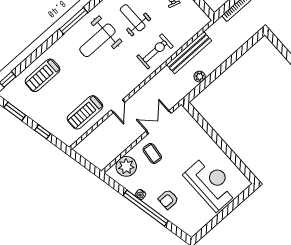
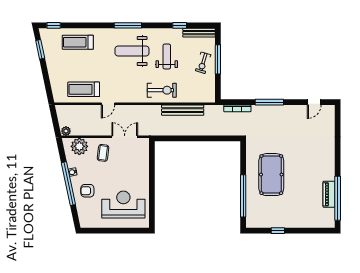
plant: (200, 77) -> (66, 131), moved
window: (43, 132) -> (46, 78), removed
reception desk: (211, 183) -> (123, 204), turned -90

